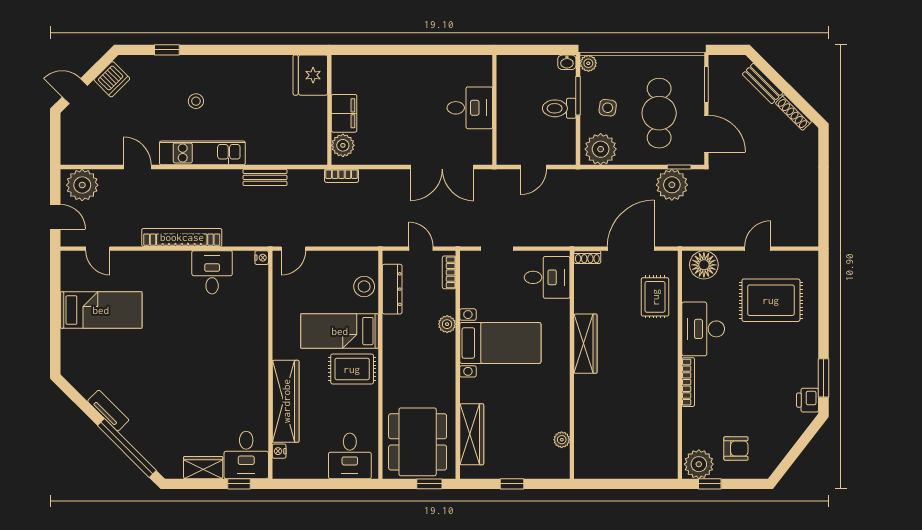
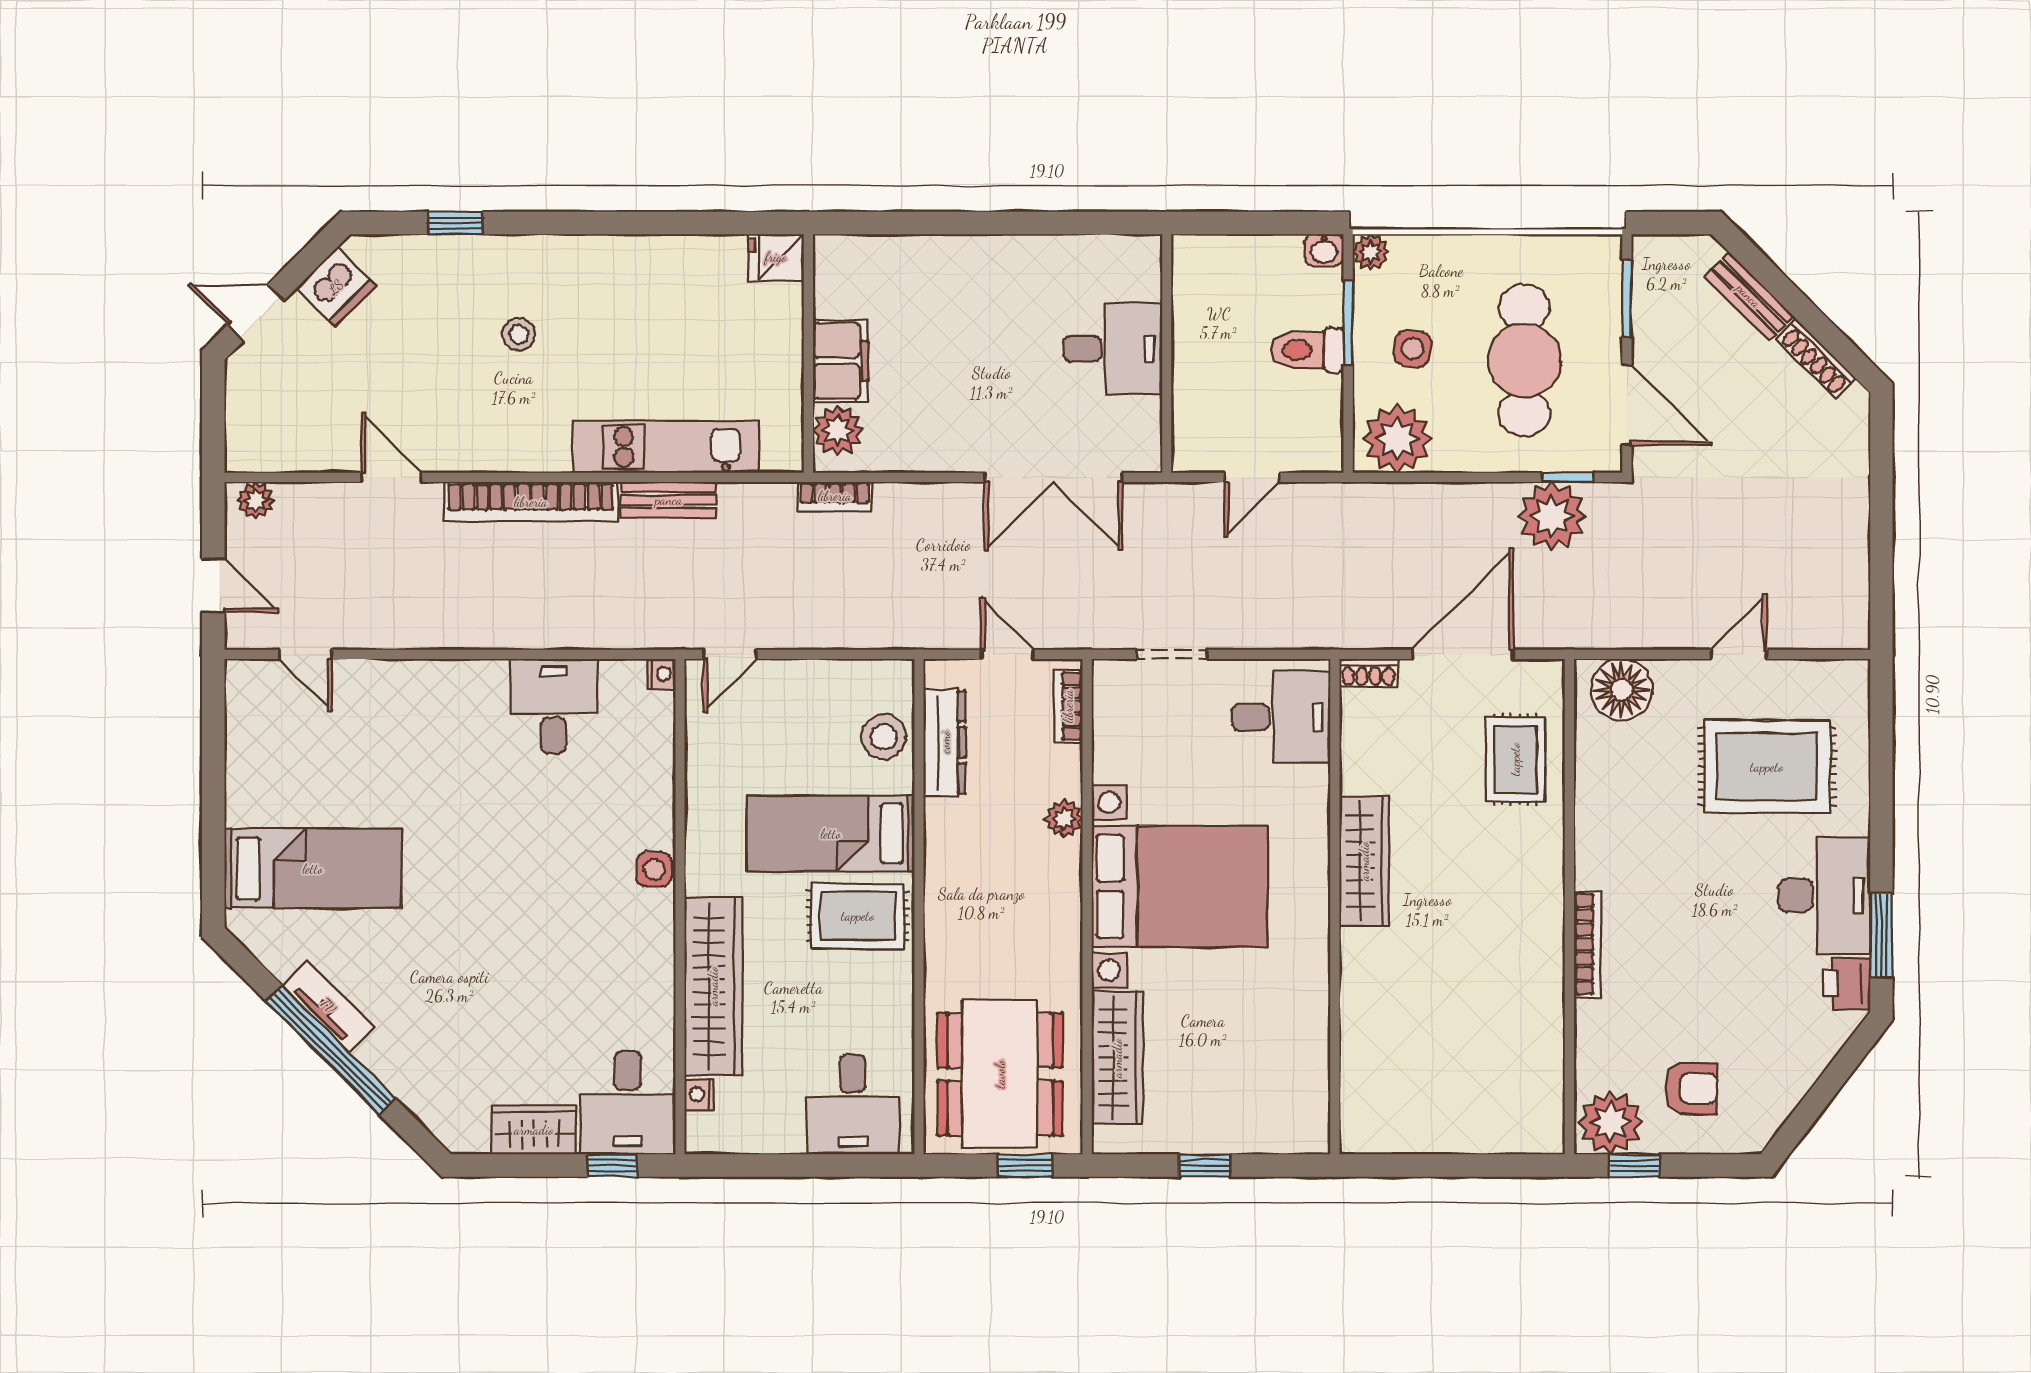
fridge: (310, 75) -> (776, 257), width x0.53, depth x0.75
kitchen unit: (202, 153) -> (666, 447), moved
plant: (82, 185) -> (255, 500), width x0.53, depth x0.53
bookcase: (182, 237) -> (531, 502), moved, turned 180
bed: (101, 310) -> (313, 869), moved
desk: (703, 329) -> (1824, 895), moved, turned 180
bed with nightstands: (500, 343) -> (1179, 886), width x1.36
side table: (258, 348) -> (654, 869), added
plant: (562, 440) -> (1313, 1069), removed
window: (127, 448) -> (331, 1050), moved

